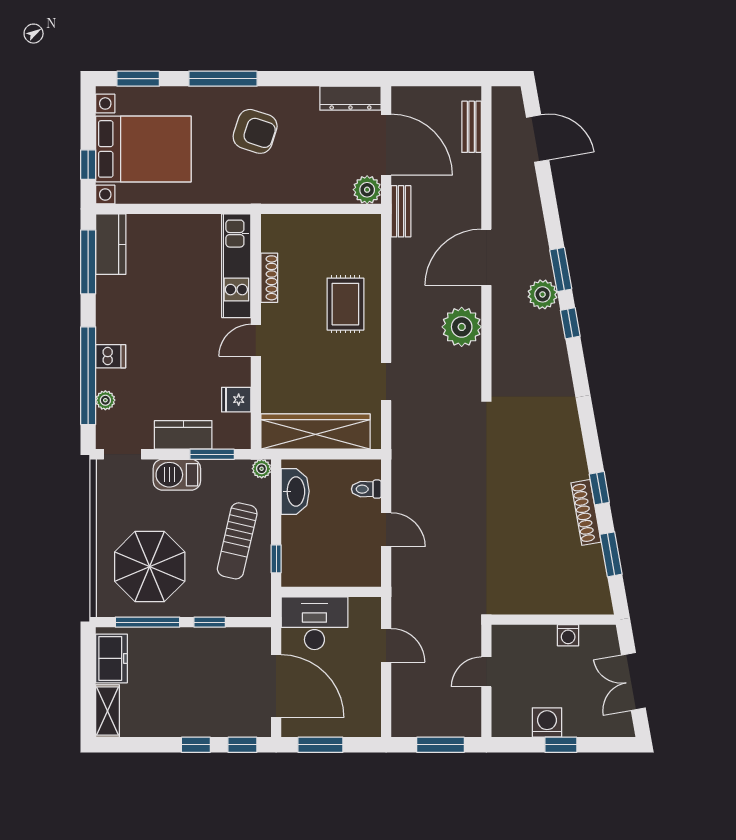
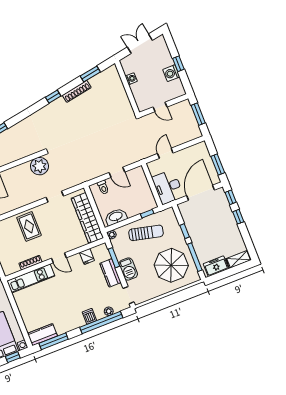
rug: (345, 304) -> (29, 226), turned 90
plant: (462, 327) -> (39, 166), moved
window: (599, 488) -> (53, 97), moved
door: (386, 530) -> (117, 172), swing flipped
double door: (633, 681) -> (140, 44), swing flipped

